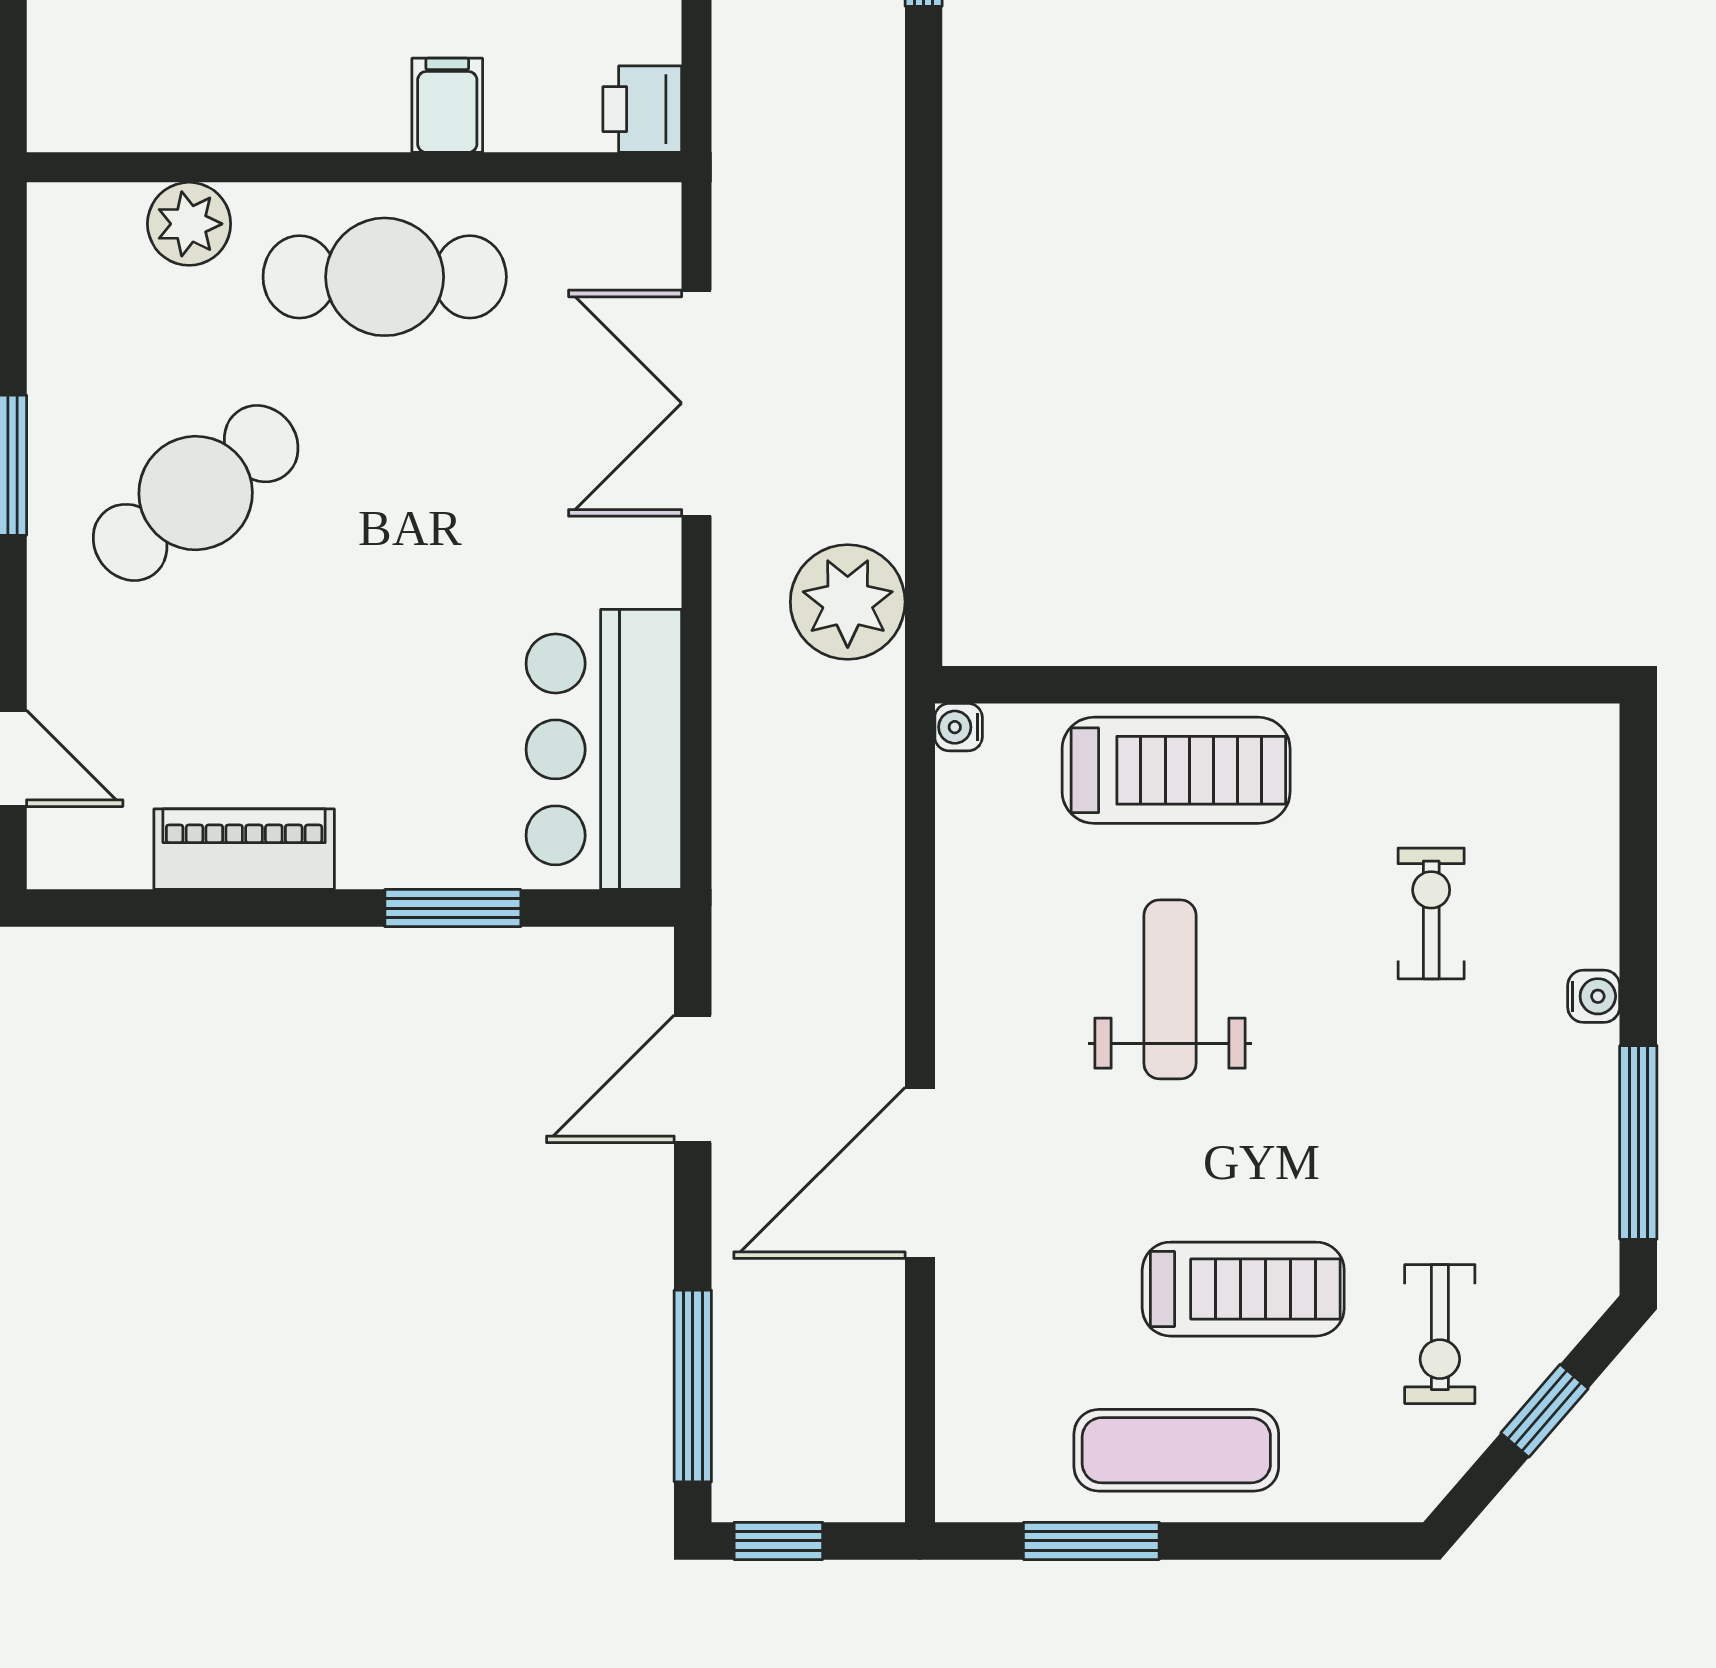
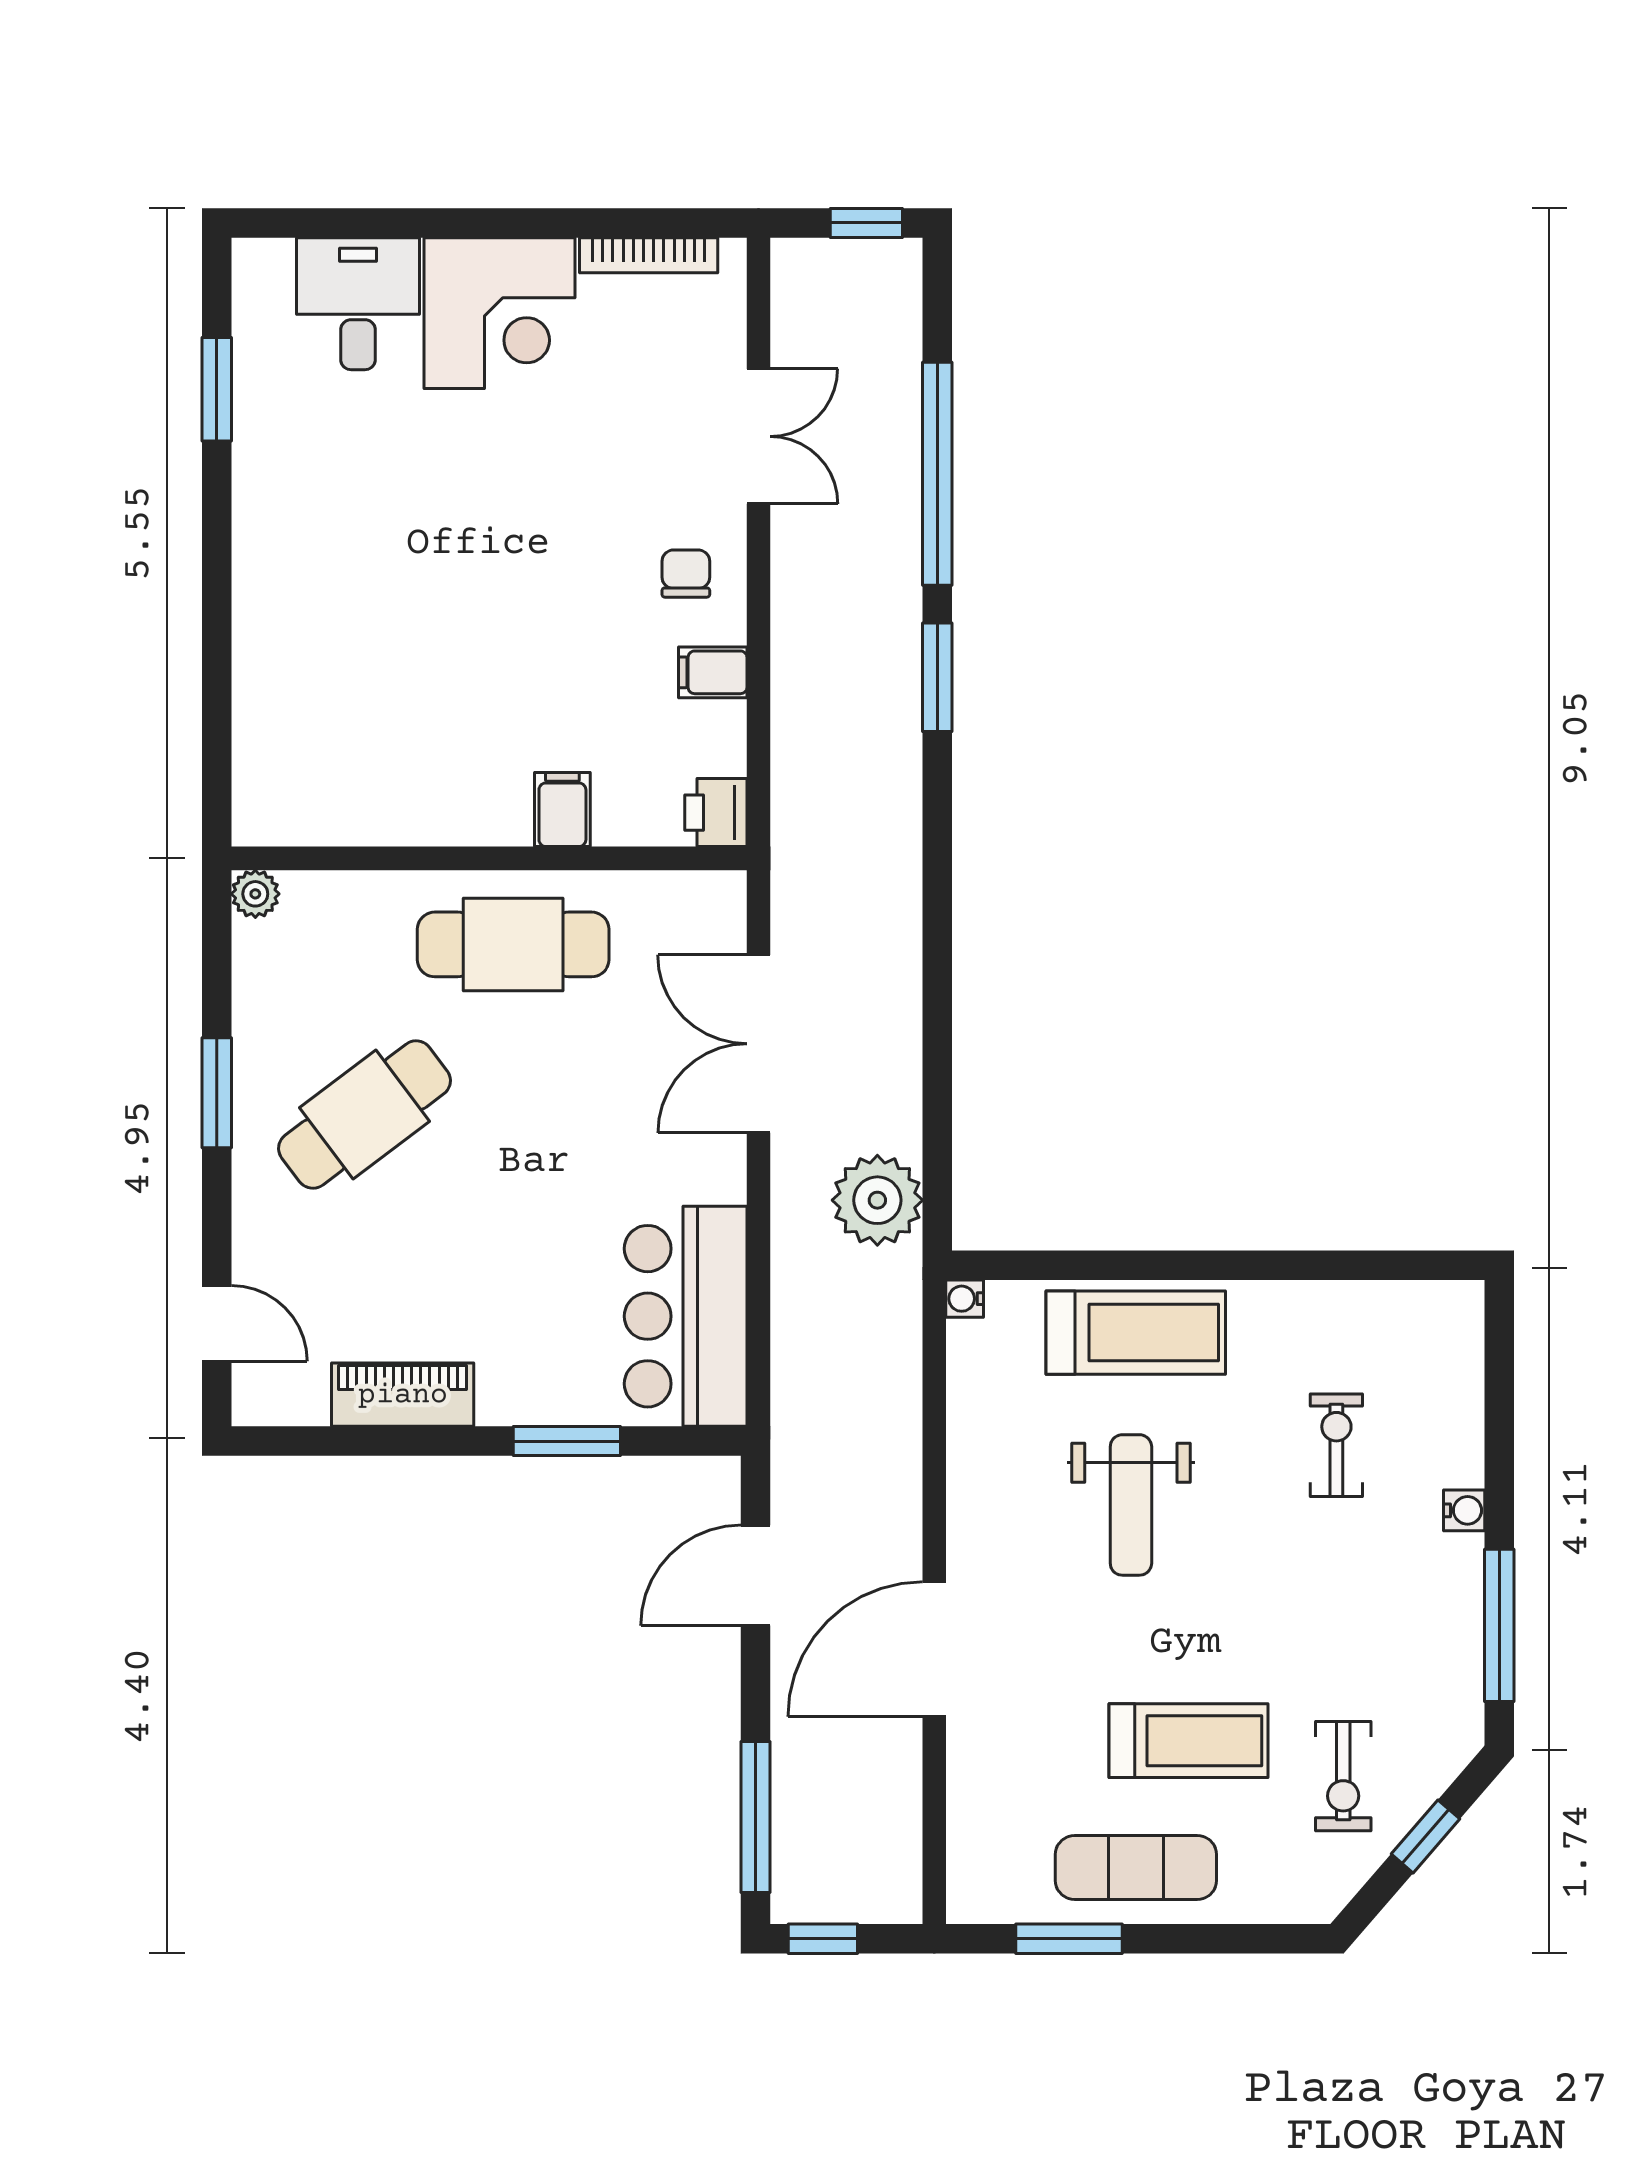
plant: (189, 224) -> (255, 894), moved, width x0.73, depth x0.73
weight bench: (1170, 989) -> (1131, 1505), turned 180

